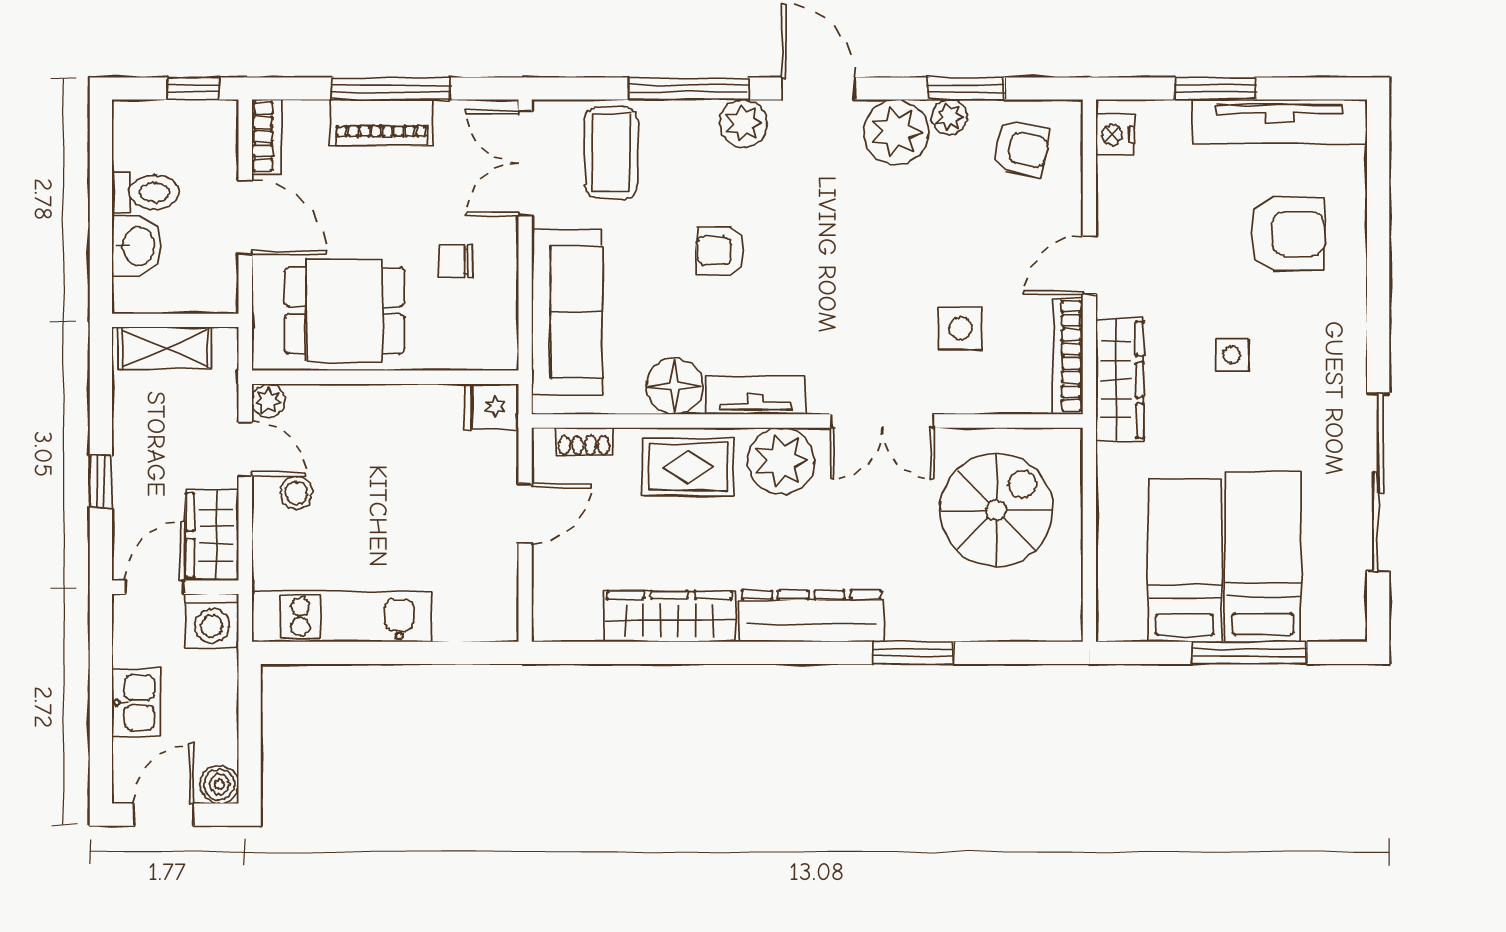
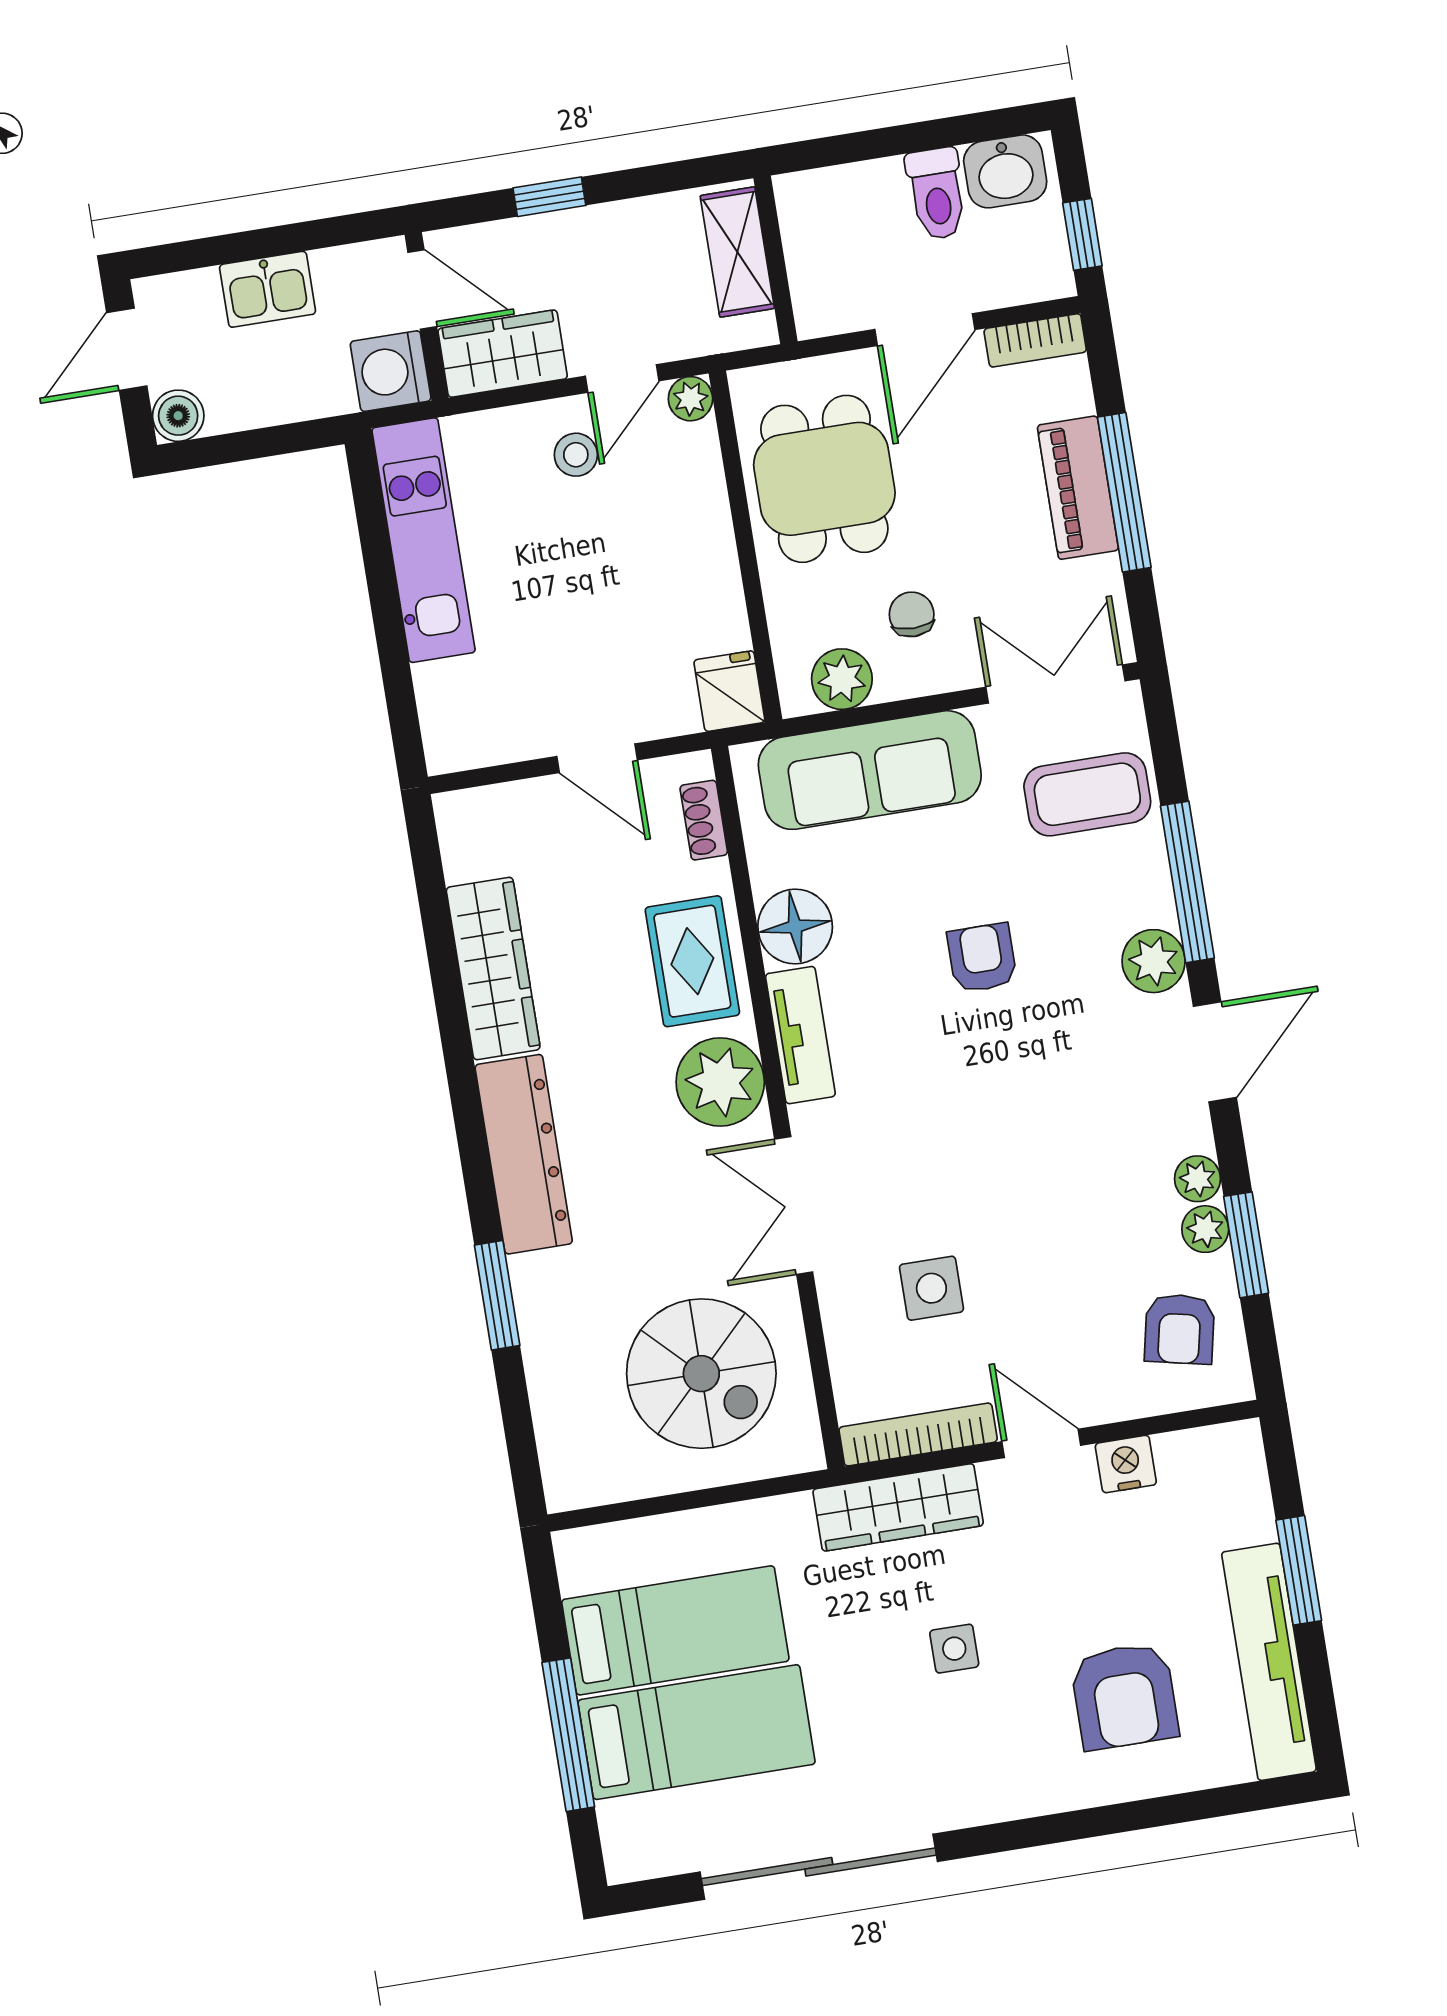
plant: (896, 132) -> (1197, 1179), width x0.53, depth x0.53
nightstand: (1115, 135) -> (1126, 1464), moved
washbasin: (137, 246) -> (1005, 171), moved
plant: (496, 322) -> (842, 679), added
door: (164, 815) -> (127, 349), swing flipped

